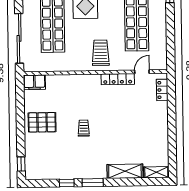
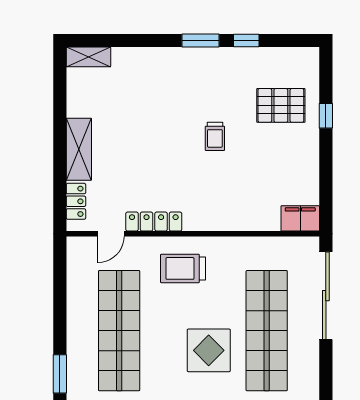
trolley: (101, 53) -> (183, 268), turned 90
pallet: (42, 122) -> (281, 105), moved
window: (21, 164) -> (326, 116), moved
shelving: (125, 171) -> (79, 149), moved, turned 90

